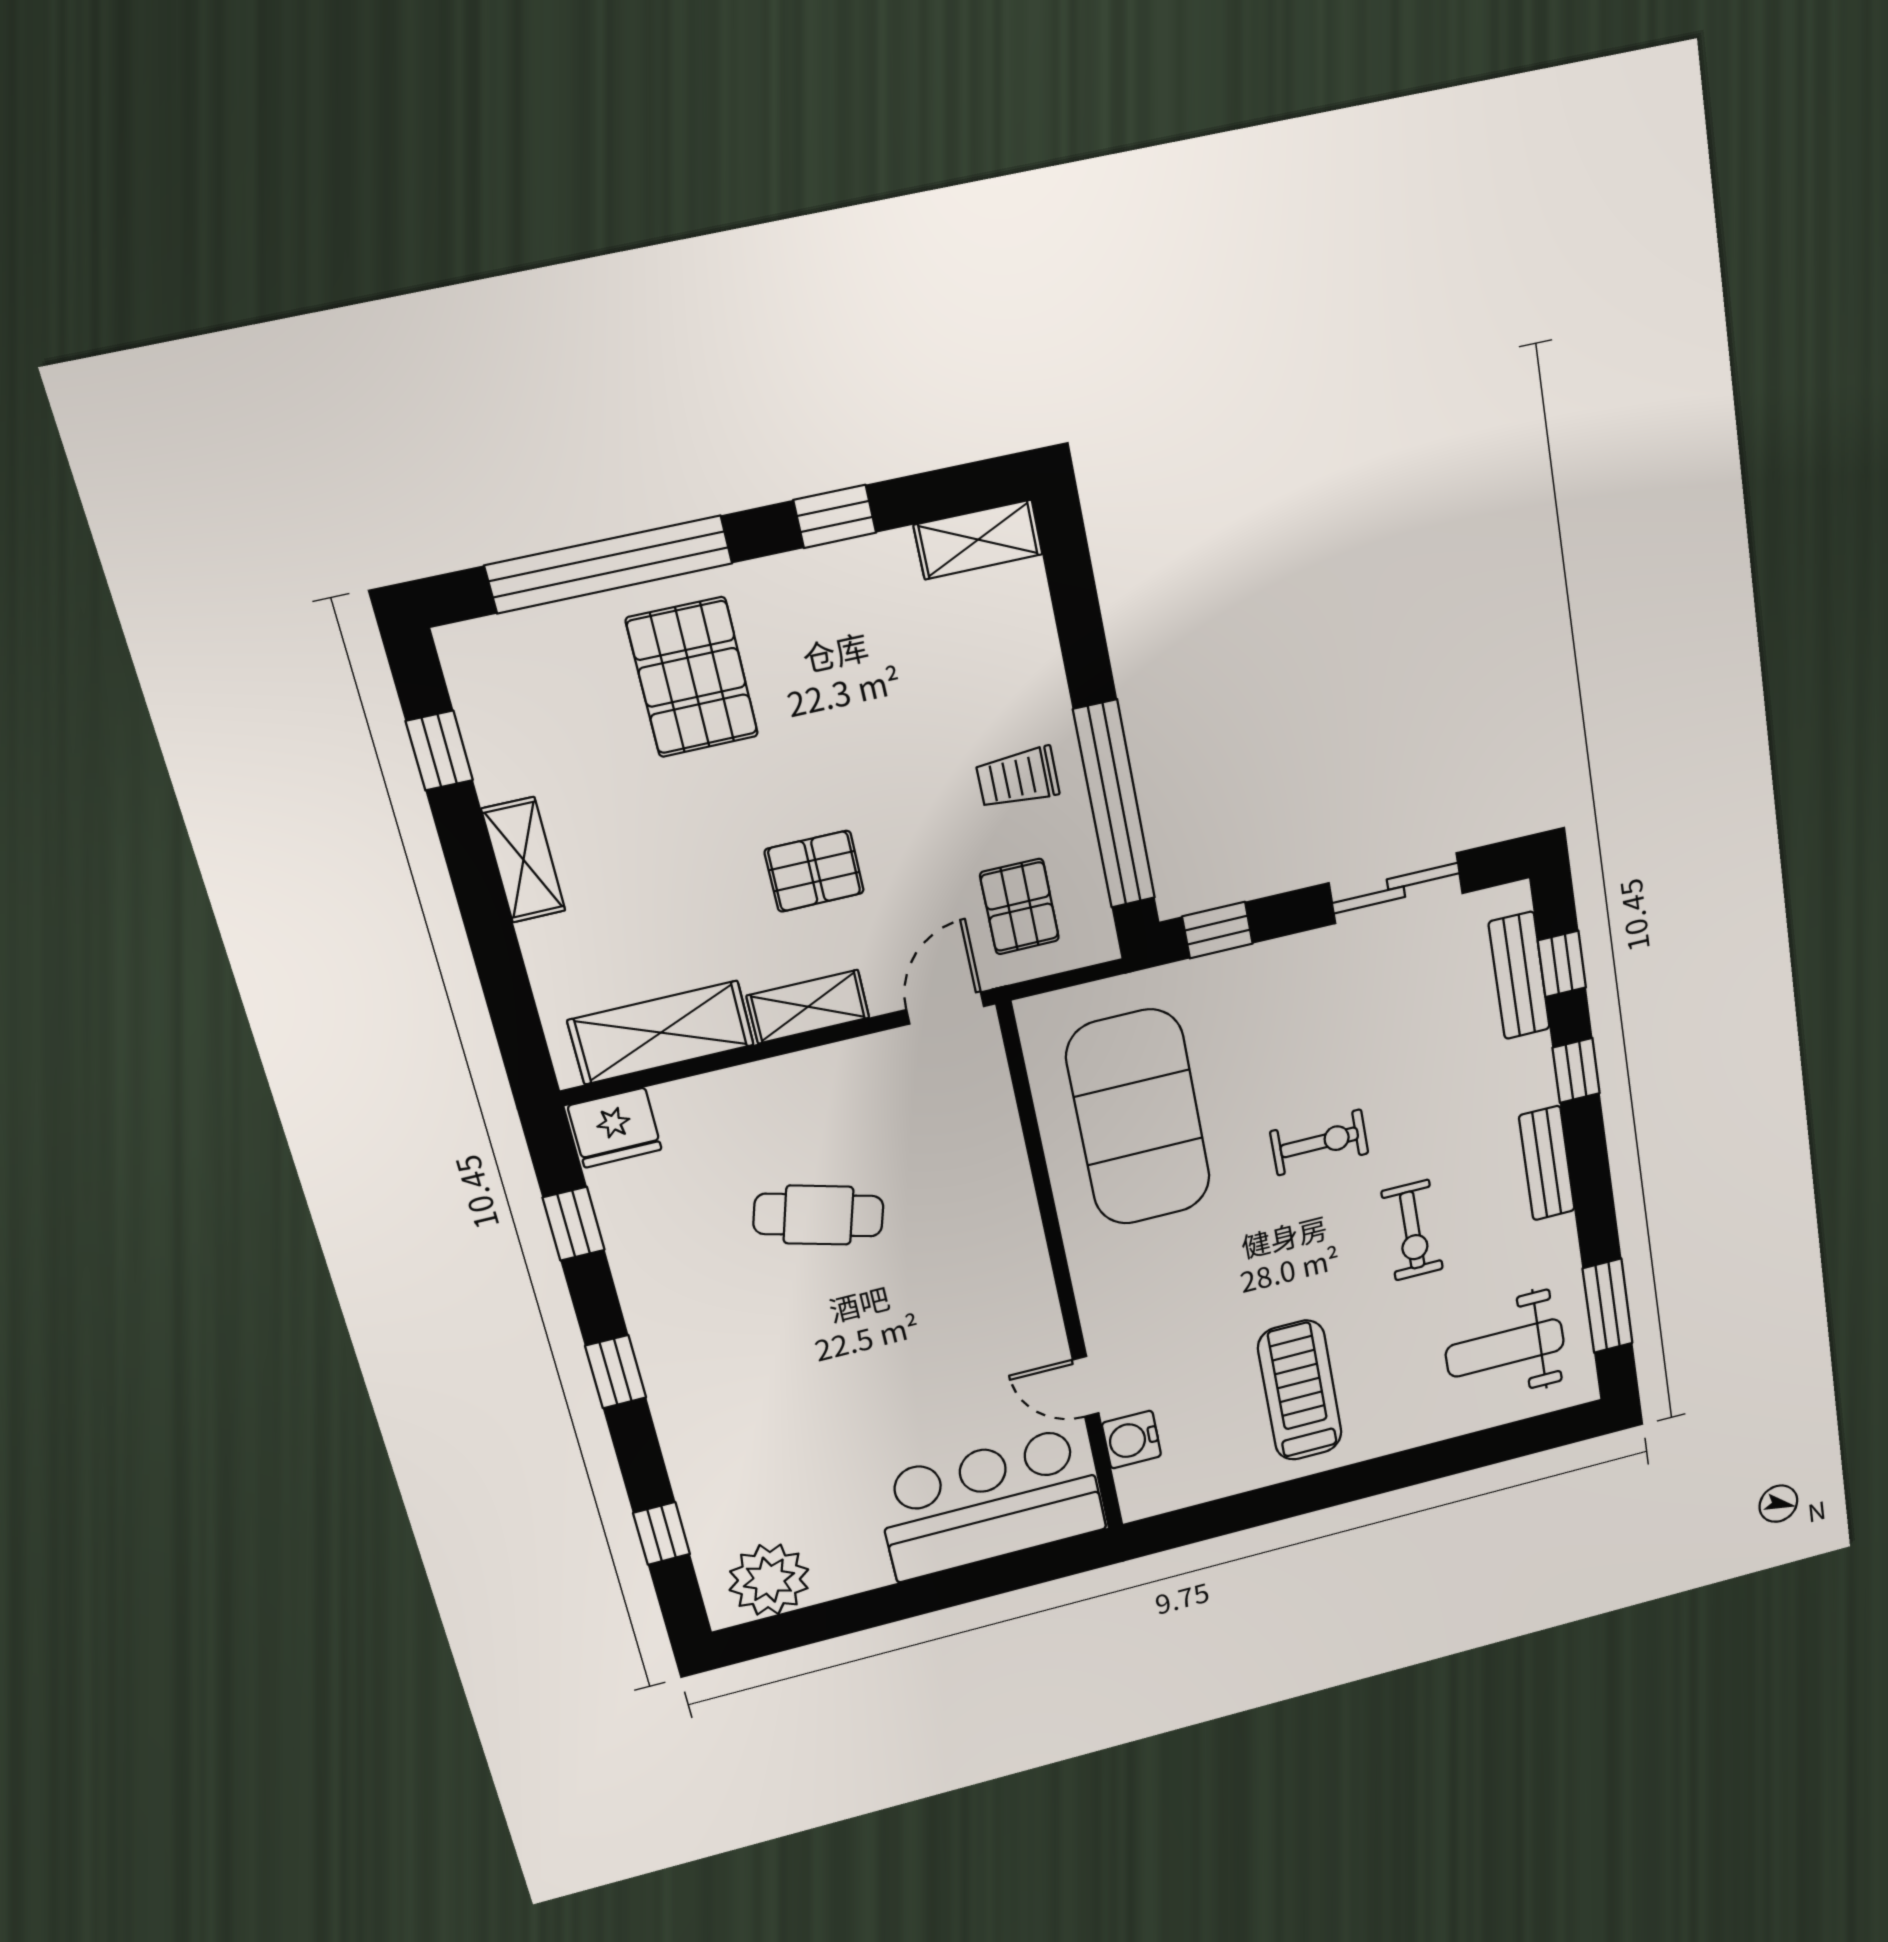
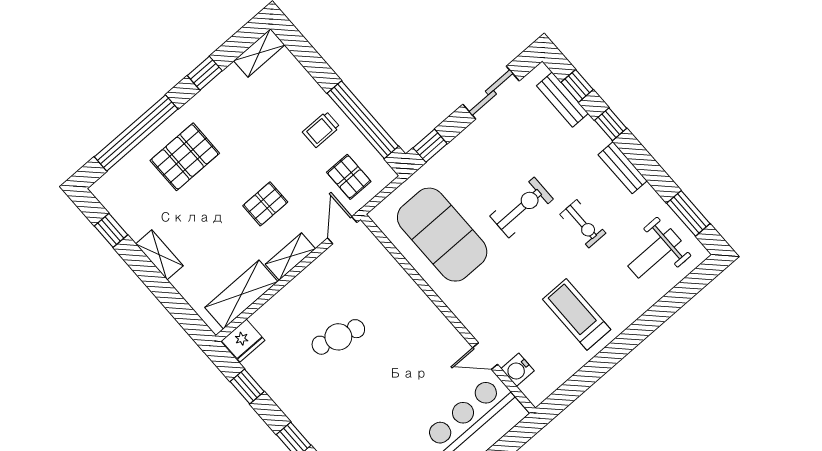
pallet: (692, 677) -> (185, 157), turned 90
exercise bike: (1319, 1142) -> (522, 207), width x1.38, depth x1.39

